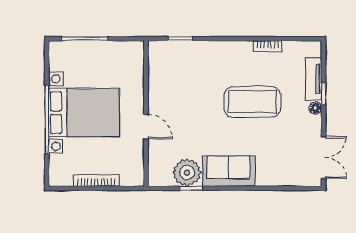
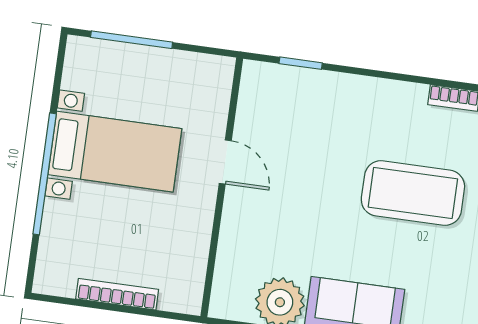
bed with nightstands: (84, 113) -> (115, 152), width x0.73
door: (146, 127) -> (225, 162), moved

